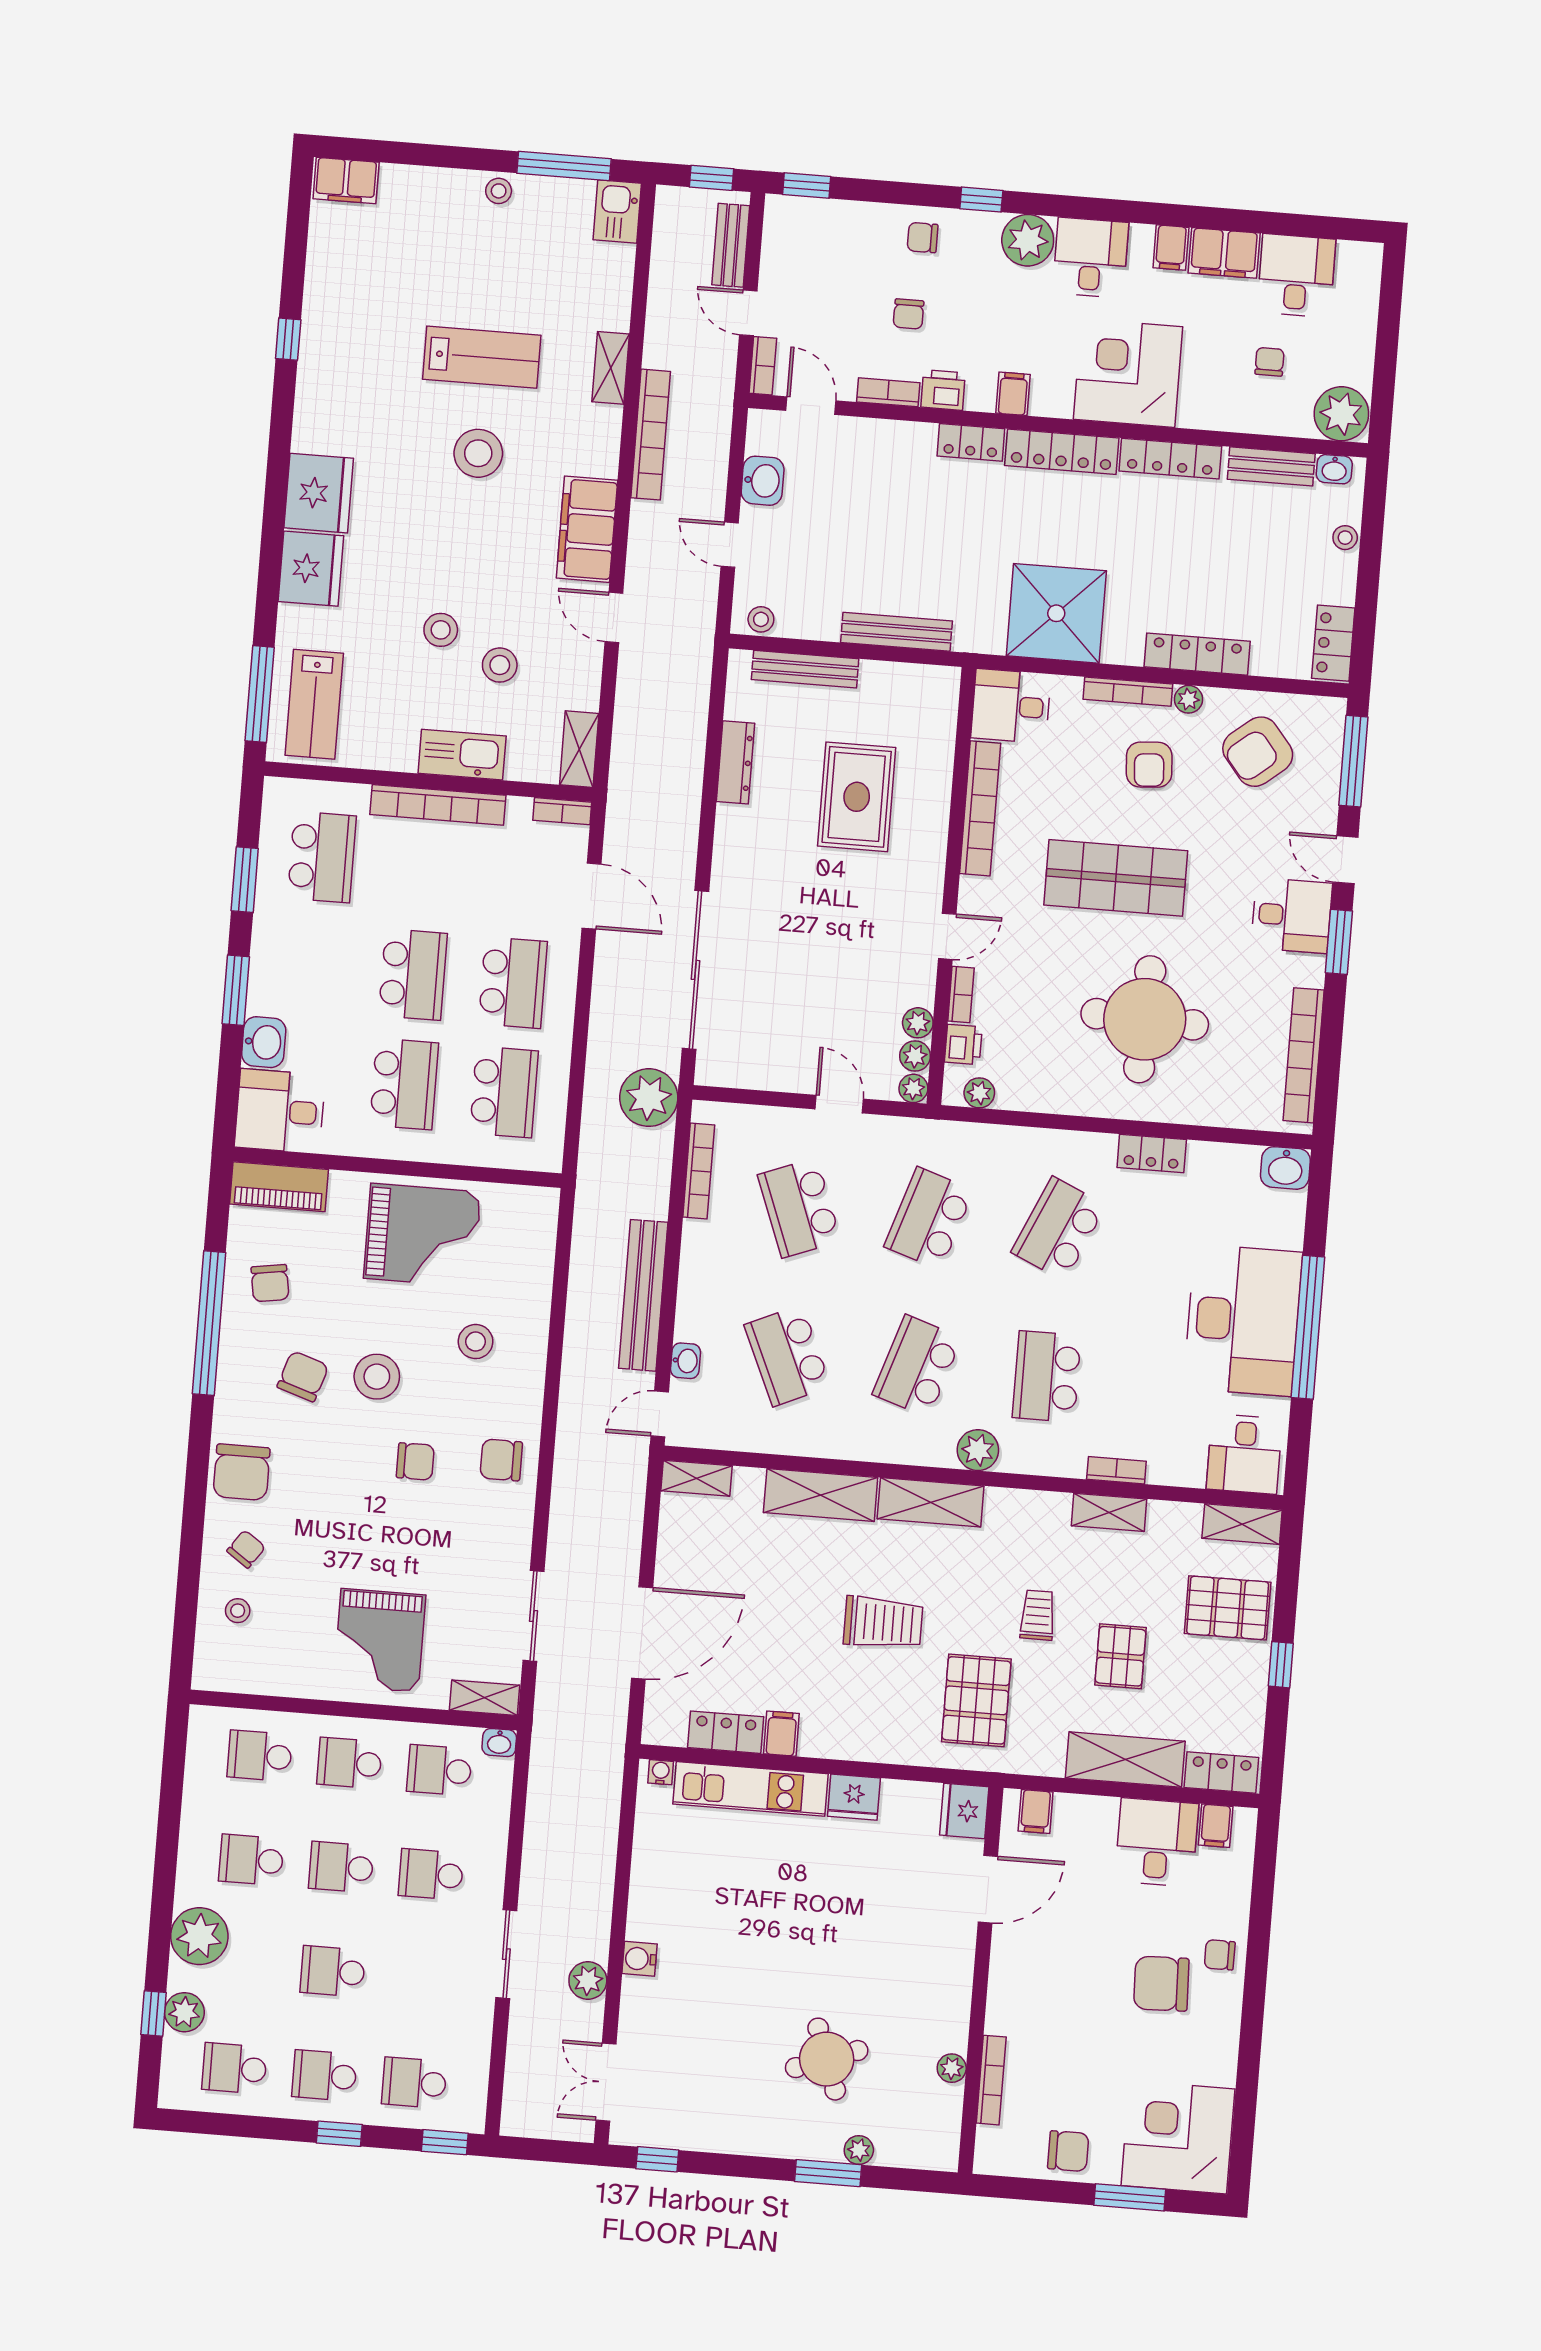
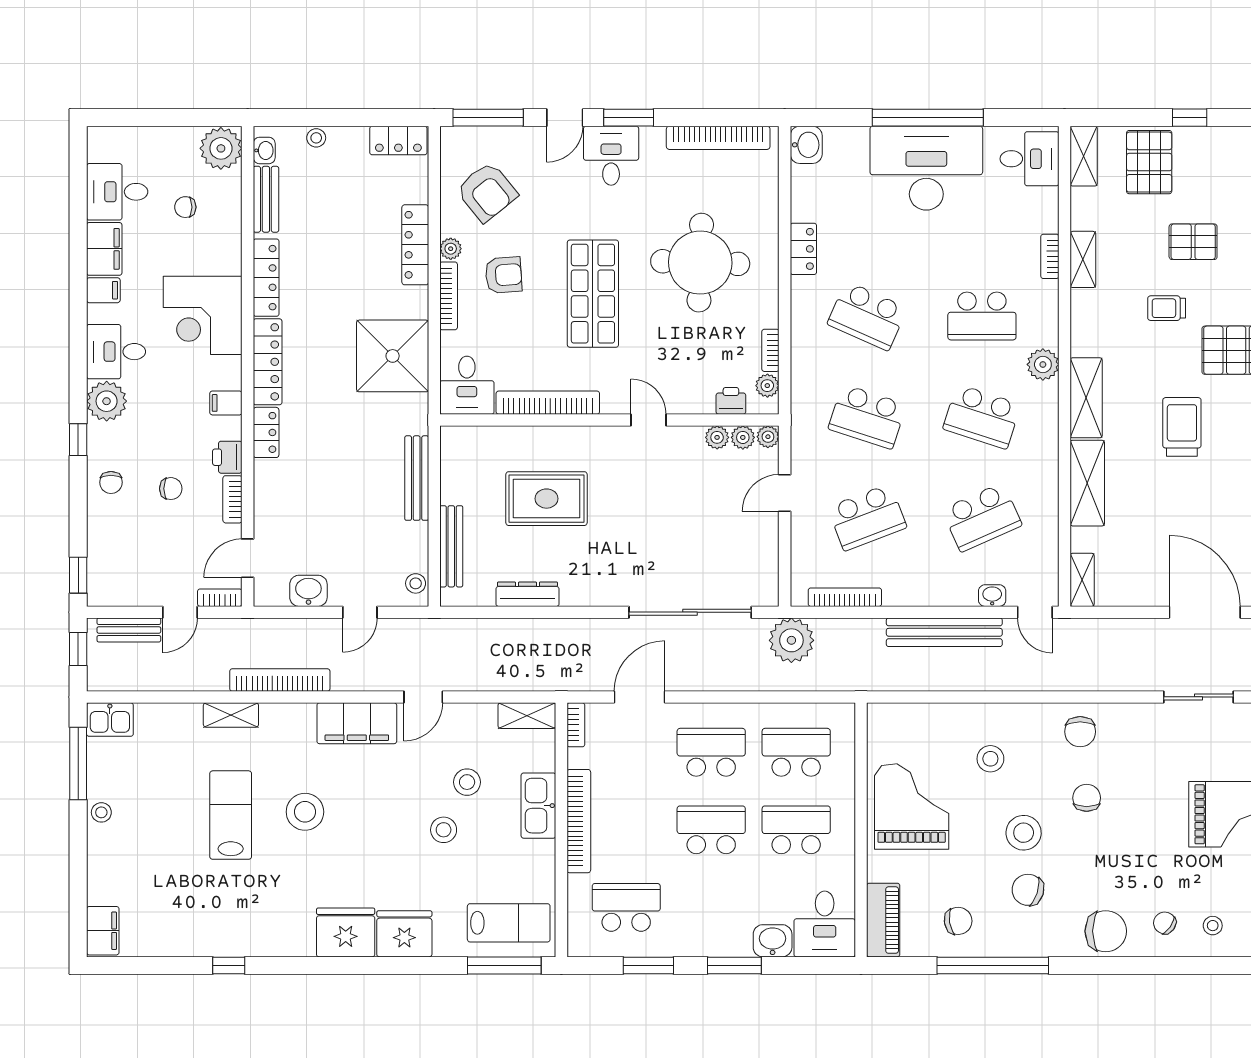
bookcase: (961, 995) -> (770, 350), moved, turned -90

